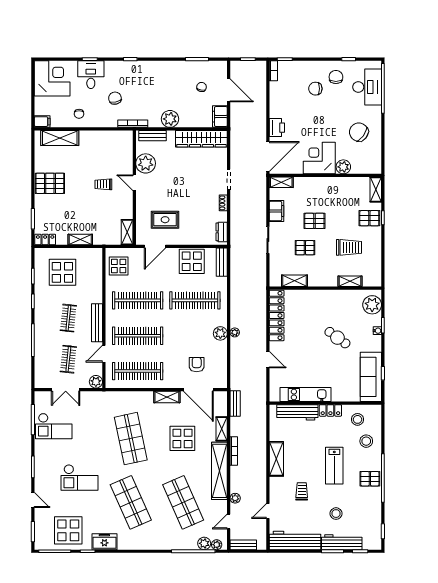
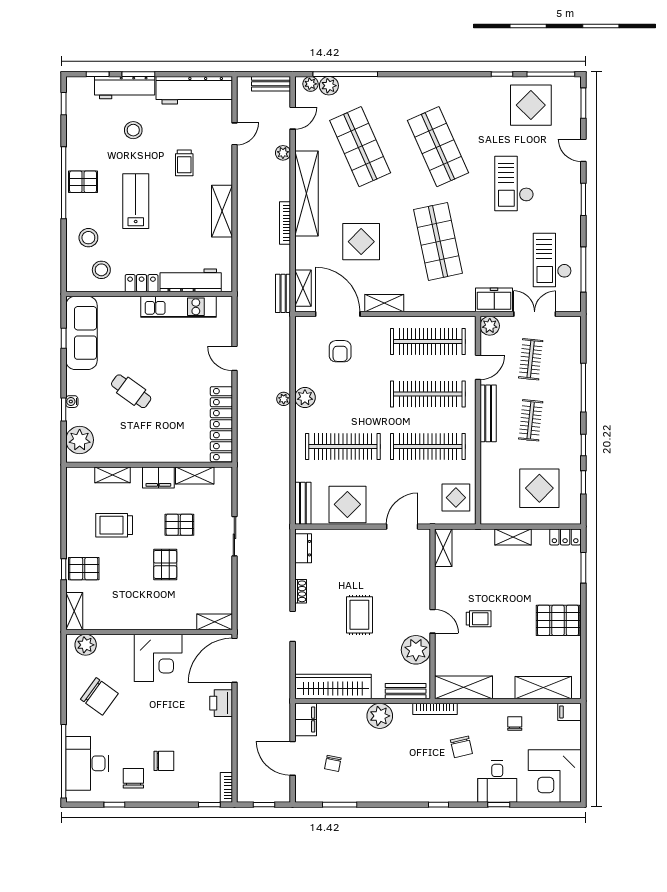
chair: (336, 77) -> (133, 778), turned 180
shelving: (114, 138) -> (464, 687), added
plant: (343, 167) -> (86, 645), moved
filing cabinet: (276, 211) -> (158, 478), moved, turned -90
rug: (165, 220) -> (359, 615), moved, turned 90
pallet: (314, 221) -> (165, 564), turned 90
checkout: (54, 426) -> (552, 260), turned -90
shelving: (222, 429) -> (303, 288), moved
checkout: (80, 478) -> (514, 184), turned -90
freezer: (104, 542) -> (494, 300), moved, turned 180

